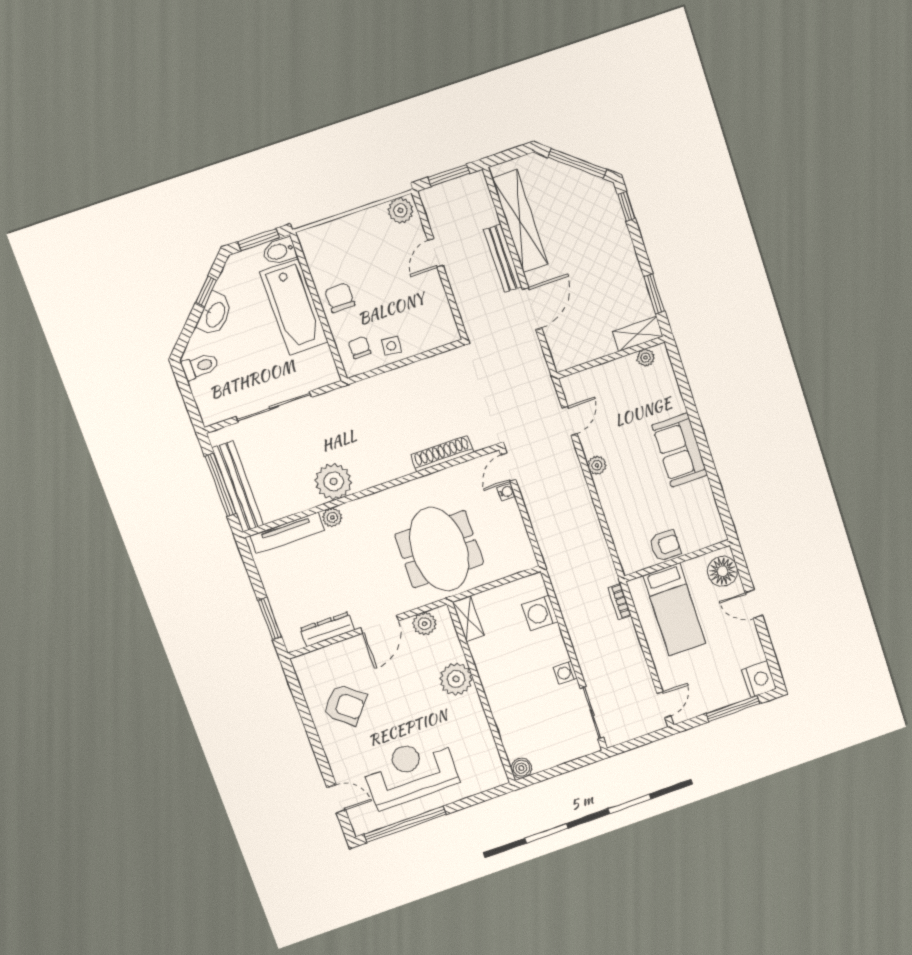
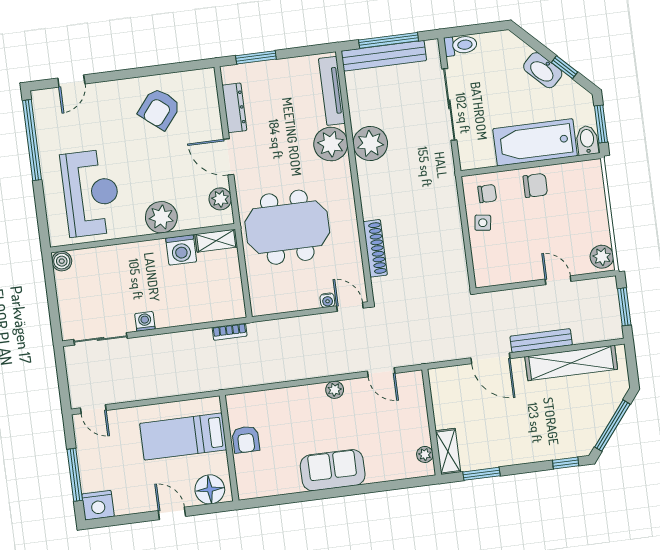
toilet: (200, 366) -> (460, 45), moved, turned -90
plant: (332, 517) -> (331, 144), width x1.87, depth x1.87
bookcase: (619, 602) -> (230, 332), moved, turned 180
door: (754, 604) -> (172, 513), hinge flipped
washing machine: (540, 613) -> (181, 250), moved, turned 180
reception desk: (410, 772) -> (91, 193), moved

